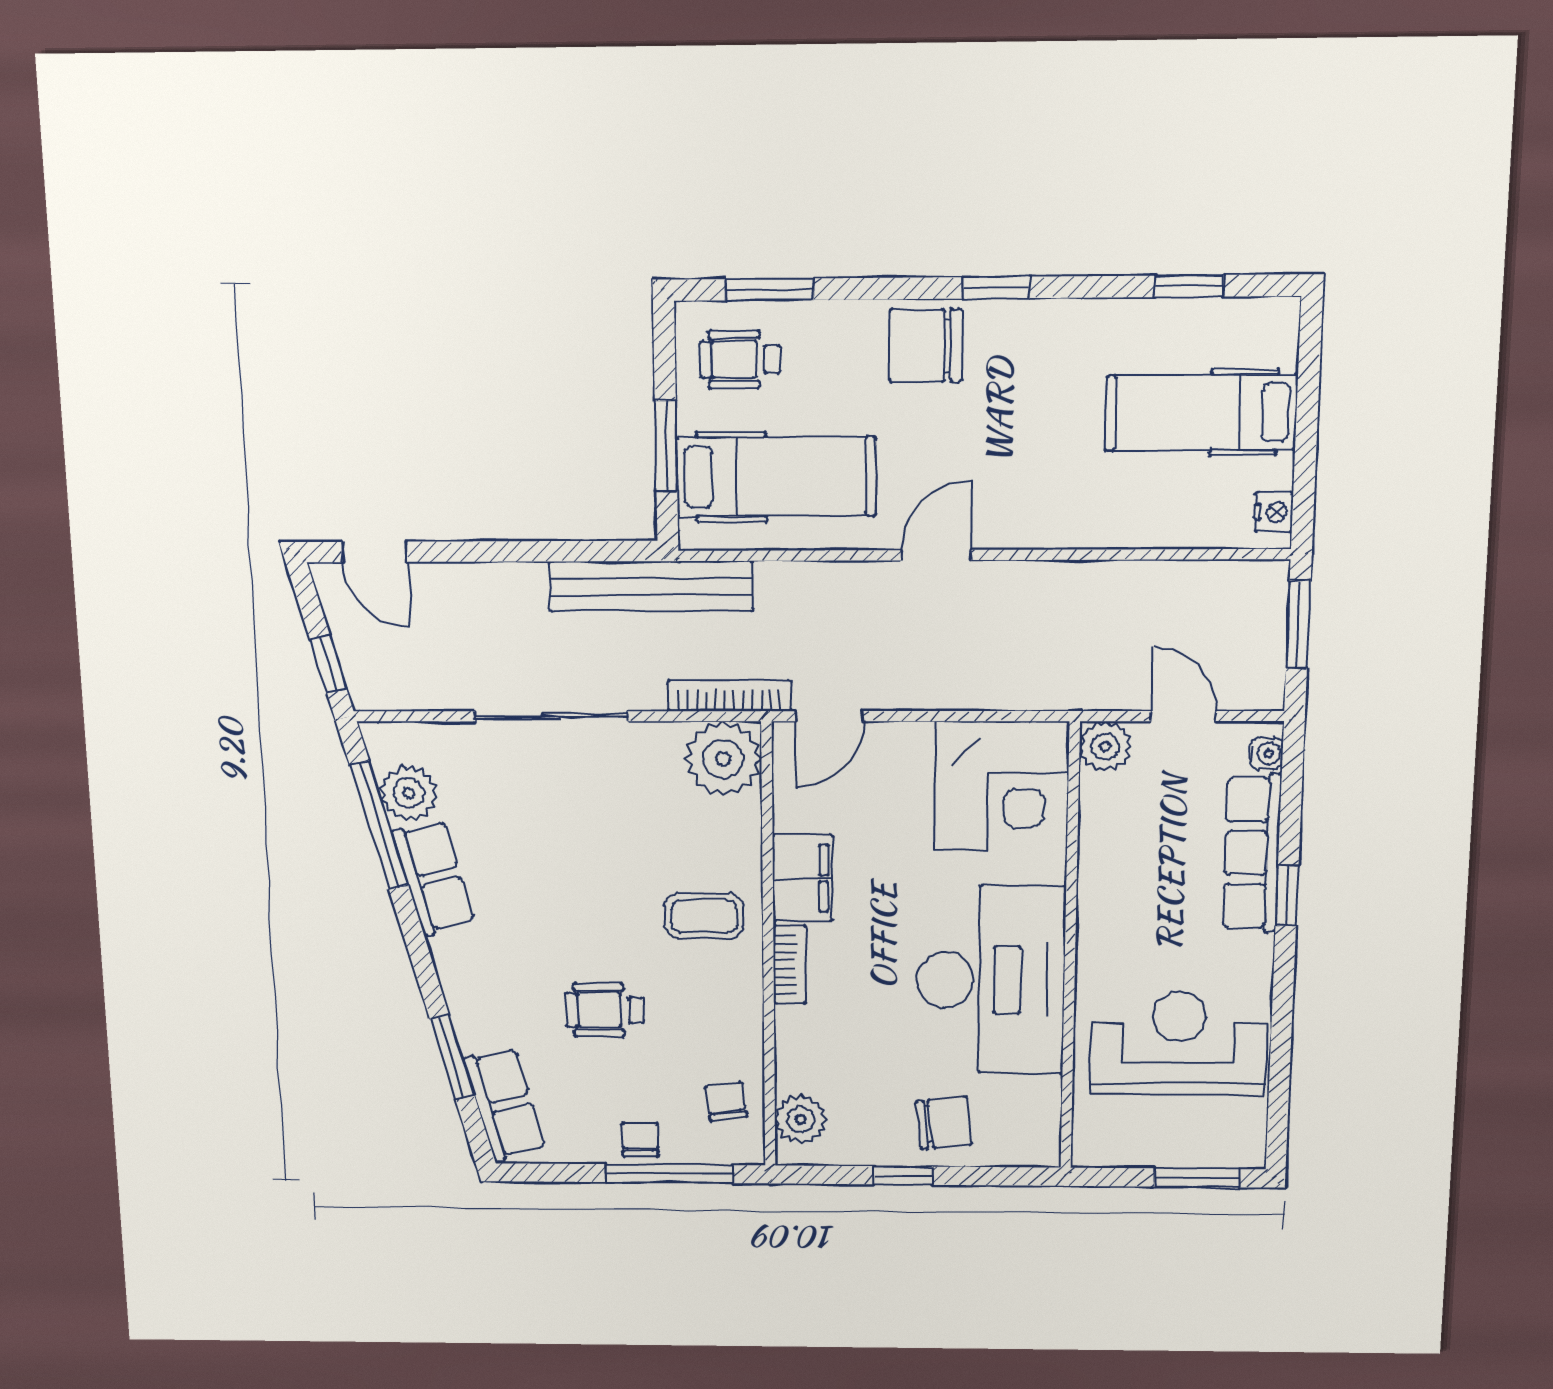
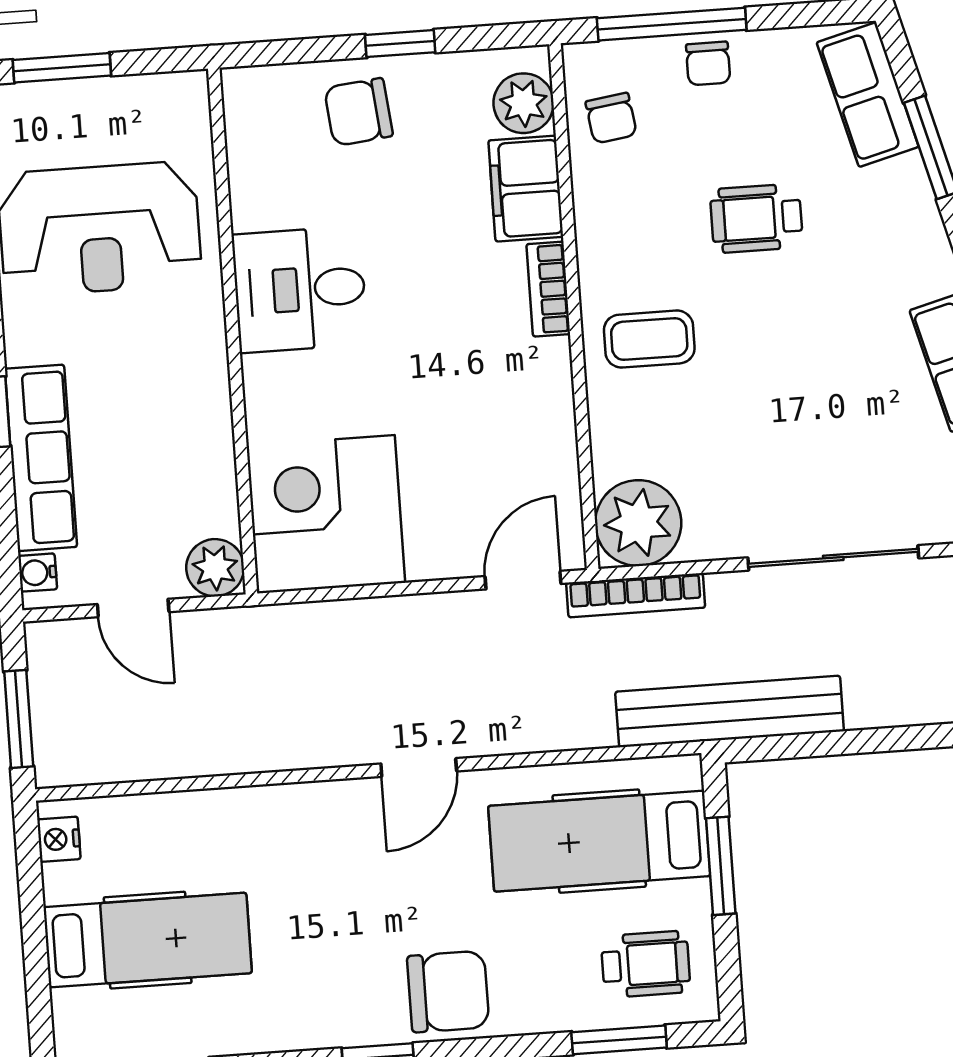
filing cabinet: (803, 878) -> (526, 189), moved
desk: (991, 980) -> (300, 289), width x0.53, depth x0.77
wheelchair: (605, 1010) -> (756, 218), turned 180

